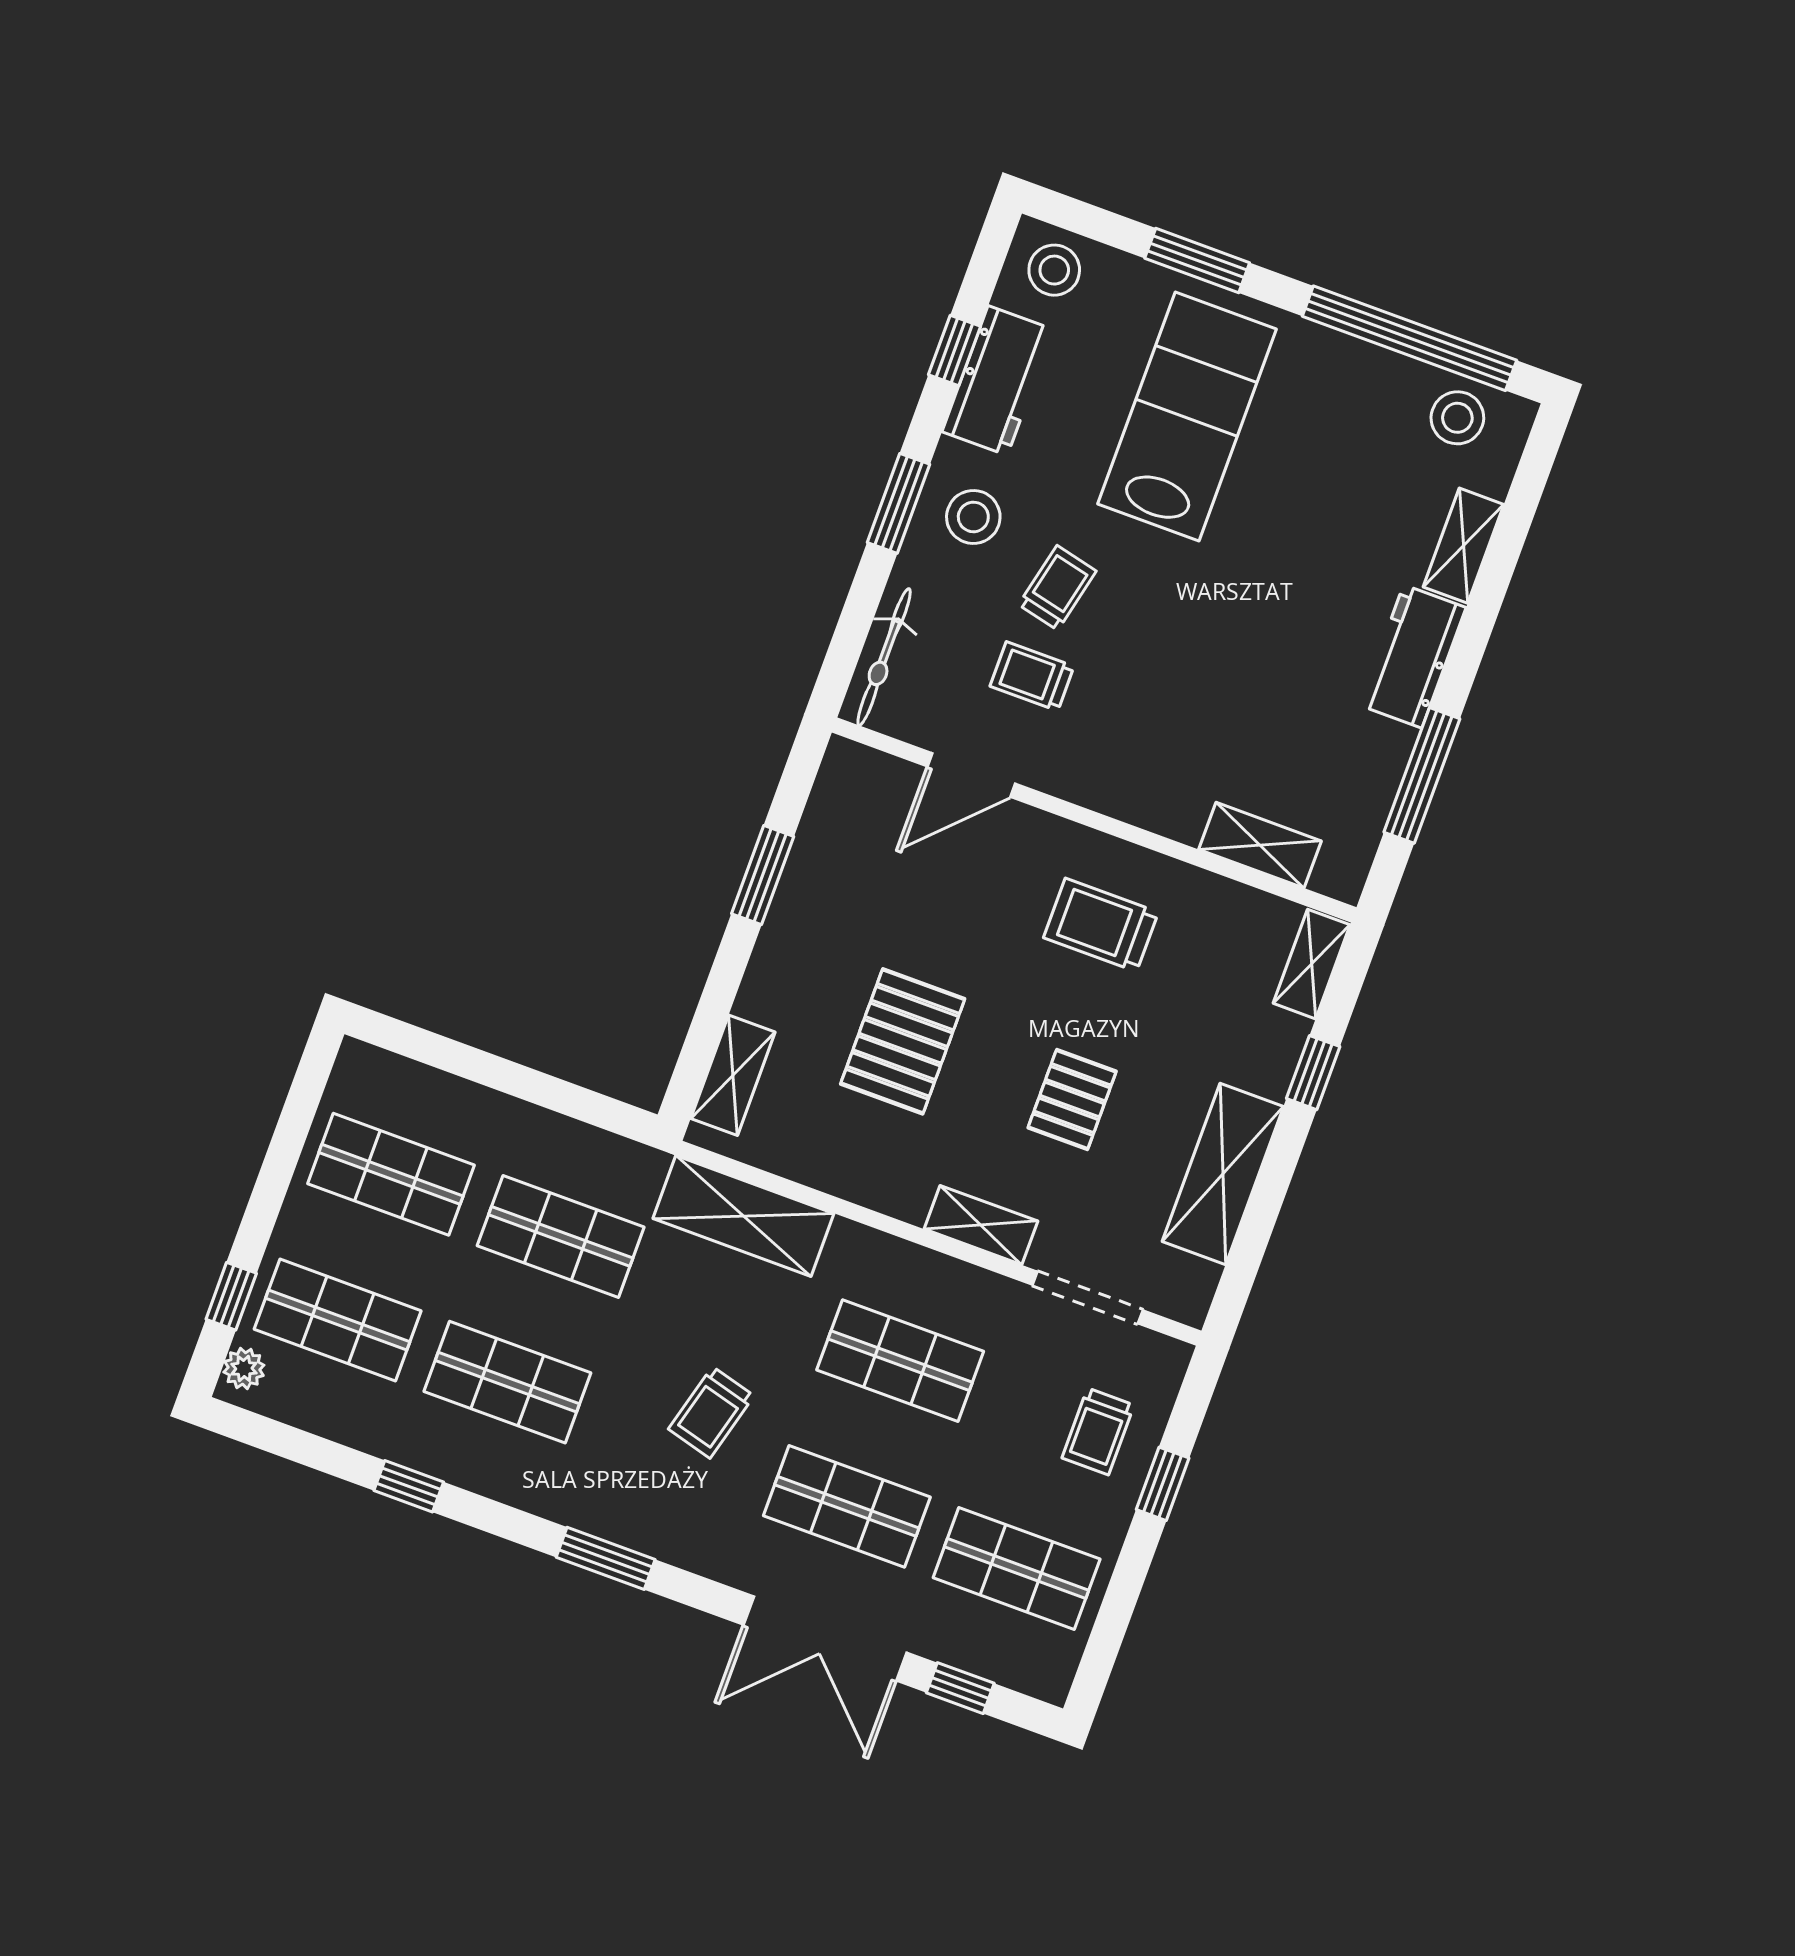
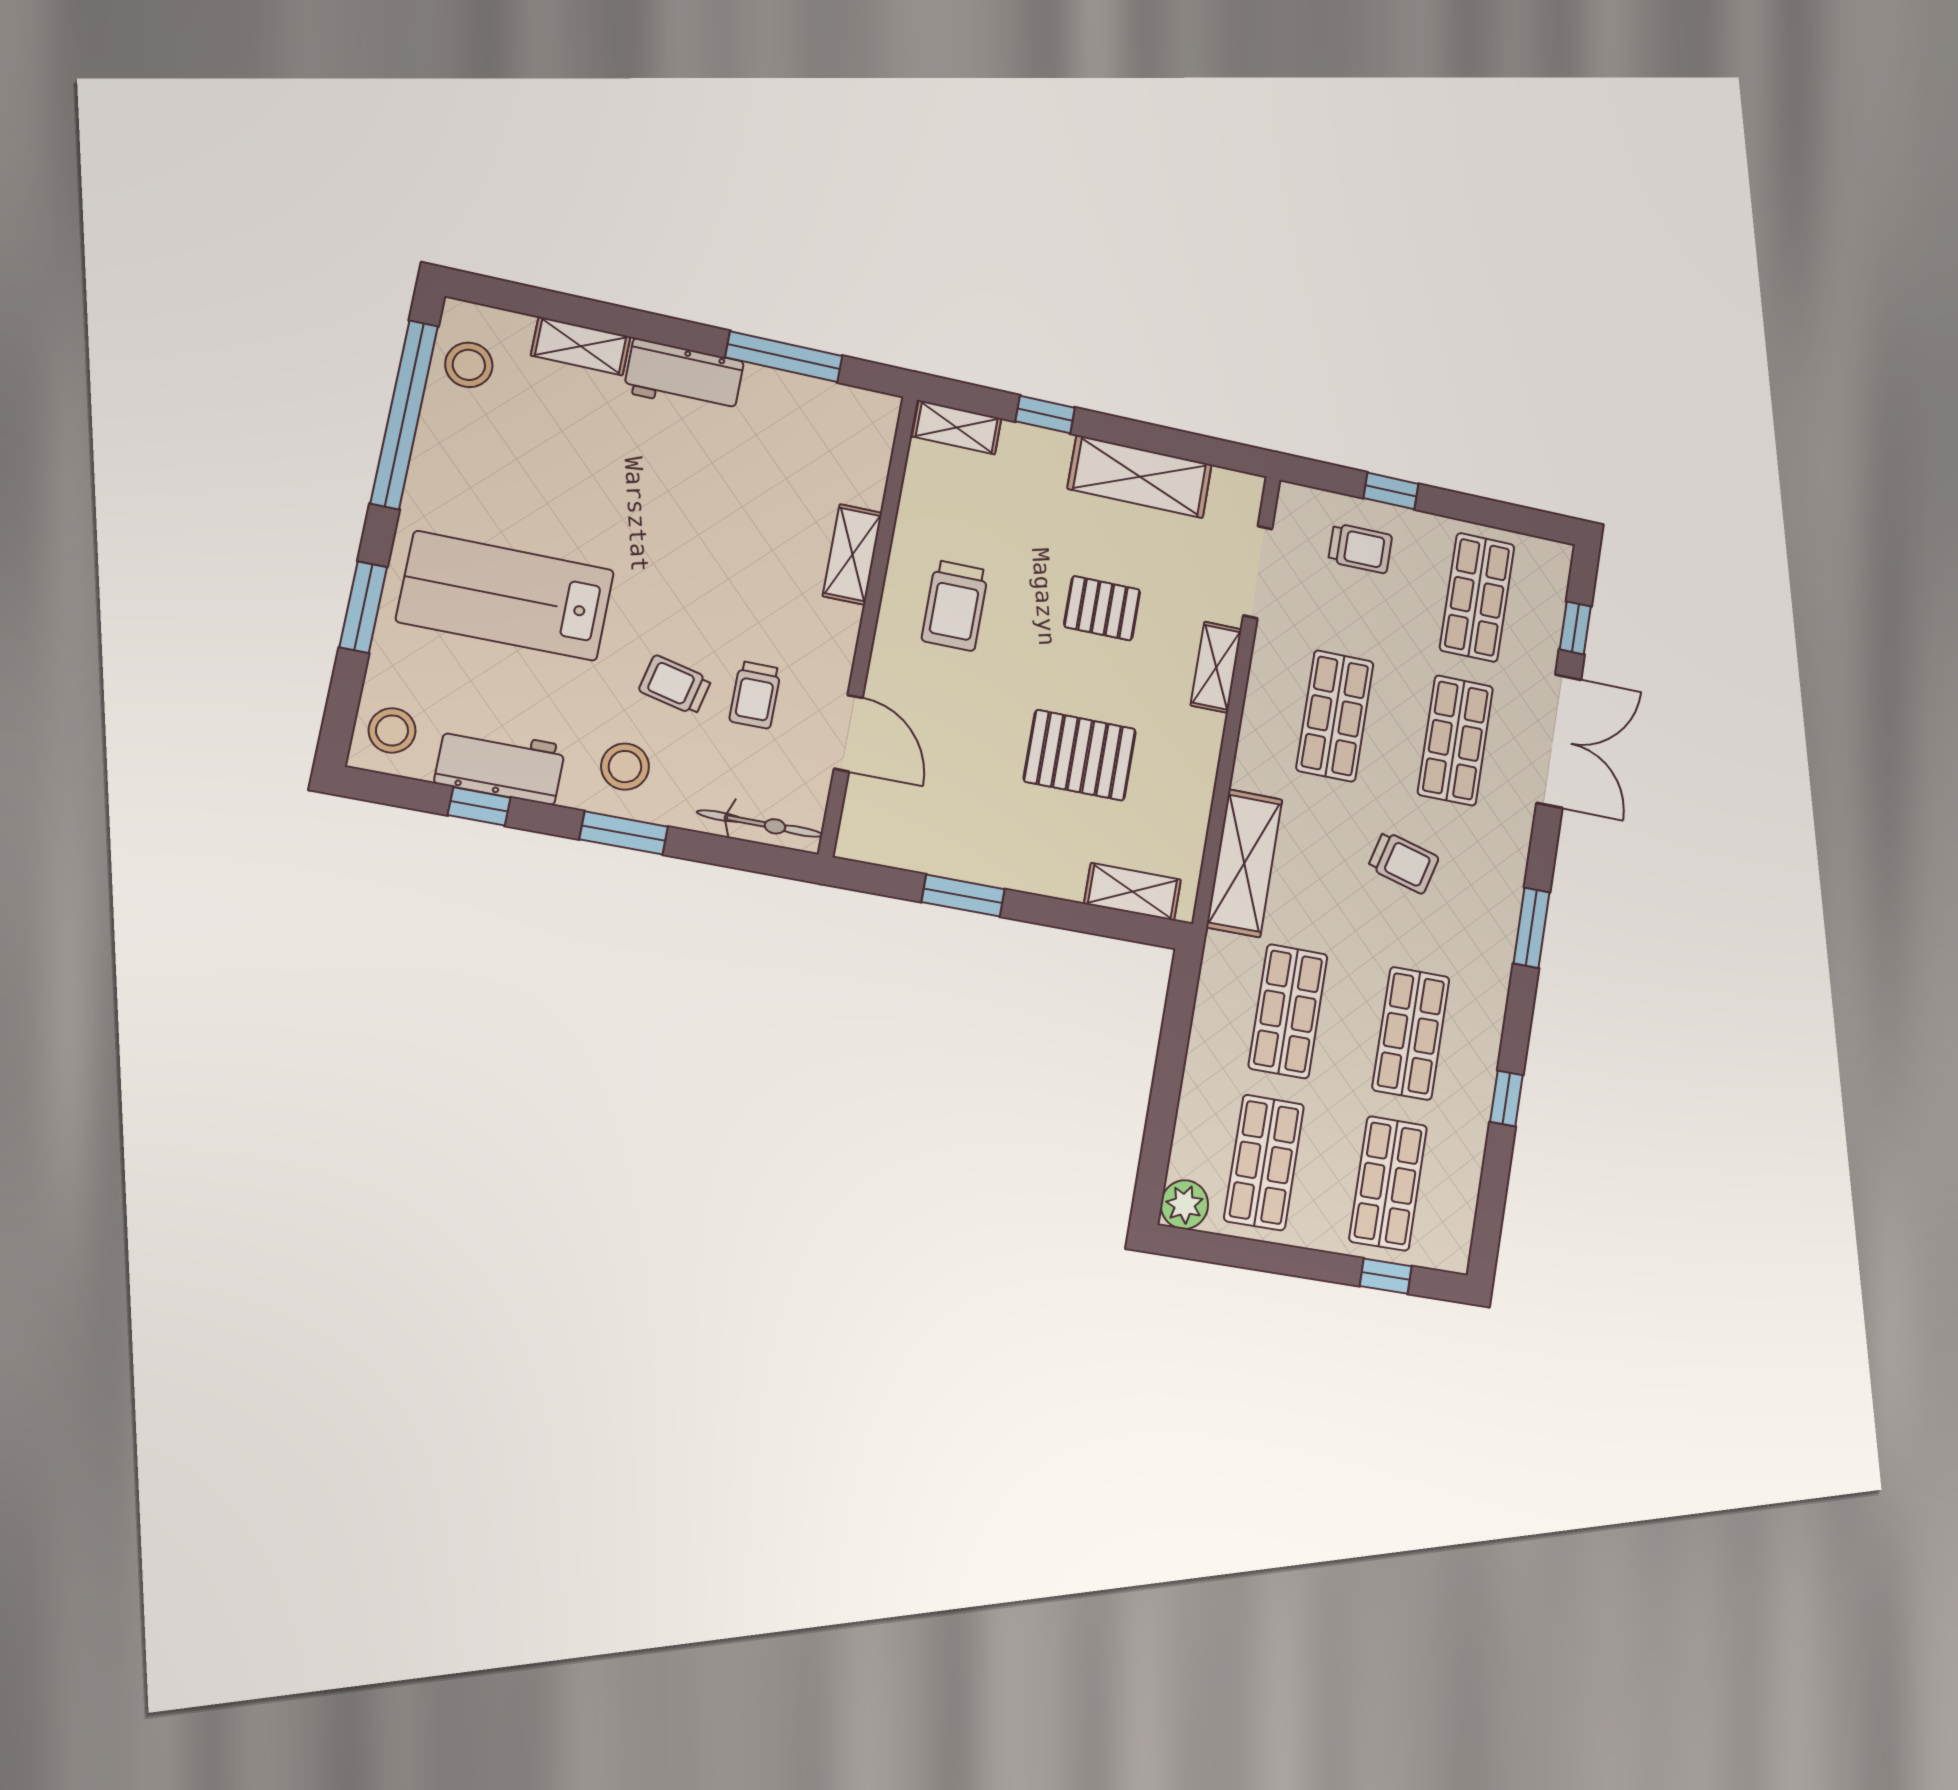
shelving: (1260, 845) -> (852, 554), moved
plant: (244, 1369) -> (1184, 1205), moved, width x1.38, depth x1.38

